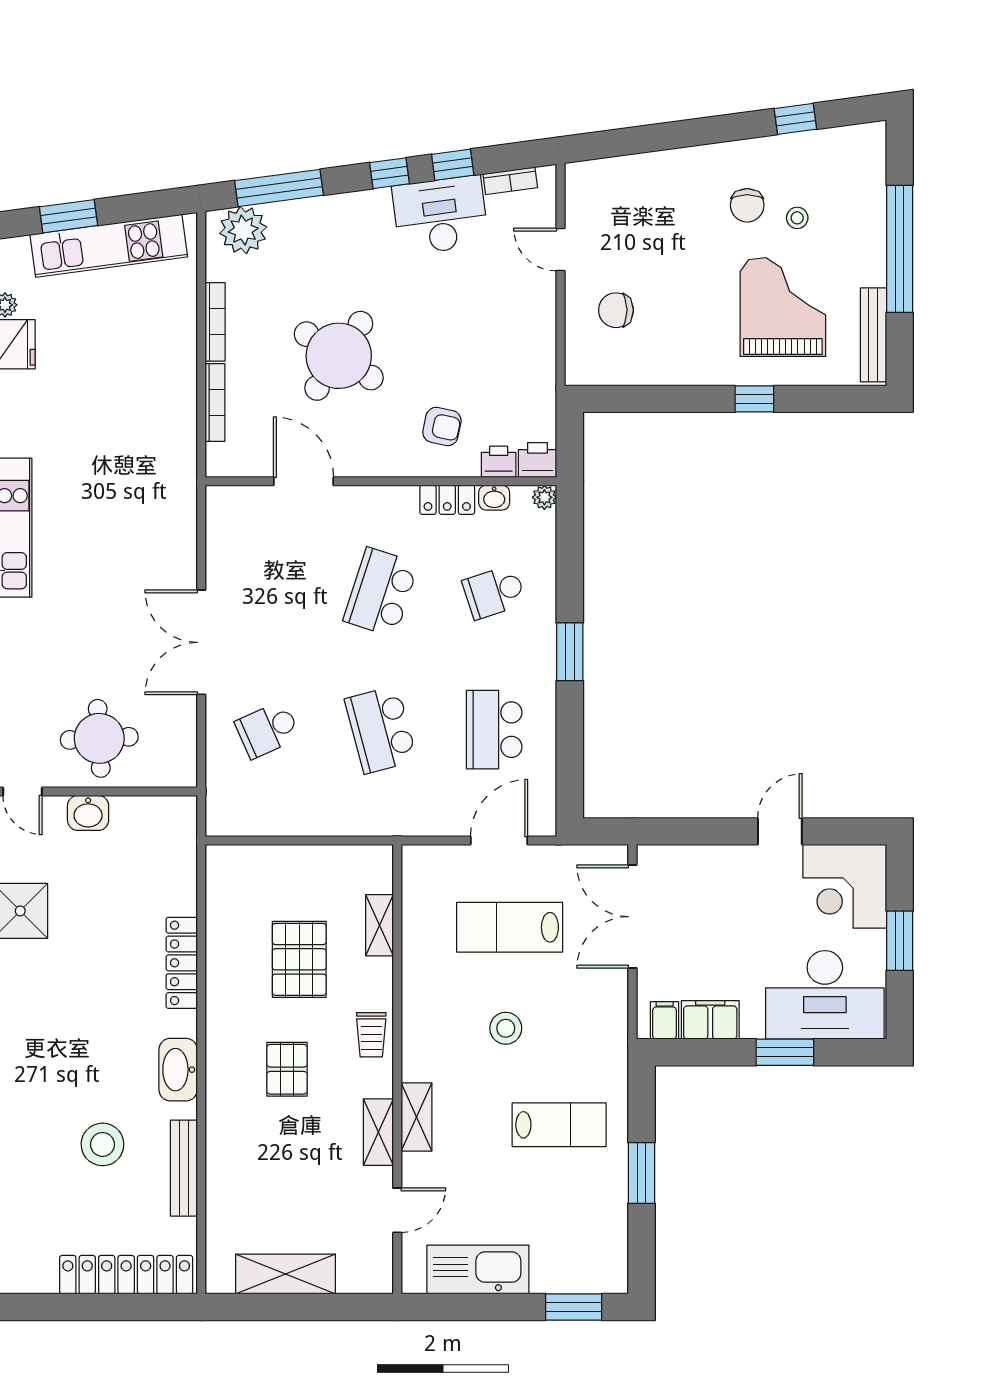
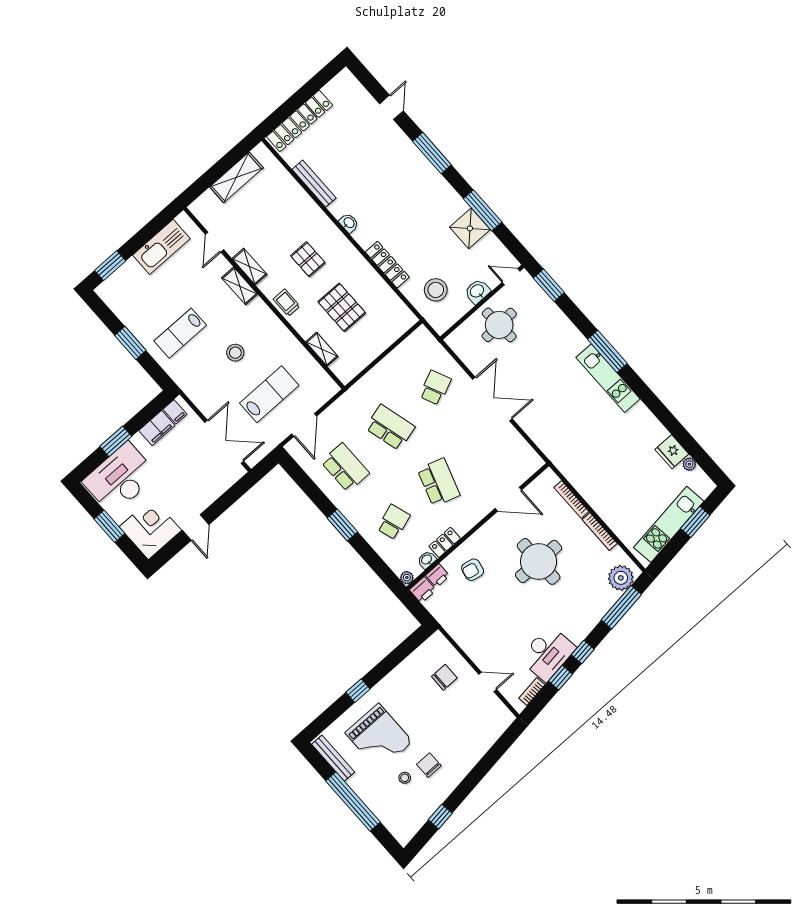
round table: (339, 356) -> (539, 561), turned -34
washbasin: (178, 1070) -> (349, 223), width x0.52, depth x0.69
stool: (102, 1144) -> (436, 290), moved

